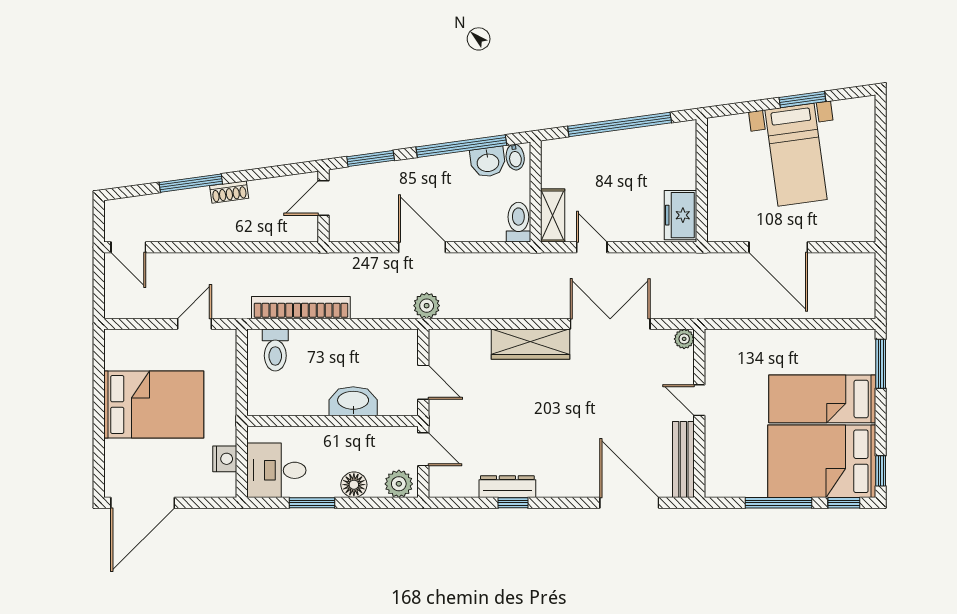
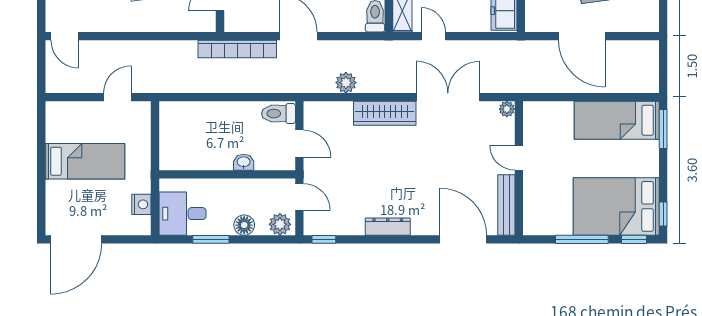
plant: (427, 306) -> (346, 83), moved
bookcase: (301, 308) -> (237, 49), moved, turned 180
toilet: (275, 350) -> (278, 114), moved, turned 90
bed: (822, 399) -> (617, 120), moved
washbasin: (353, 401) -> (244, 162), width x0.52, depth x0.69
bed: (154, 405) -> (85, 161), width x0.67
dresser: (507, 487) -> (388, 227), moved
window: (513, 503) -> (324, 239), moved

